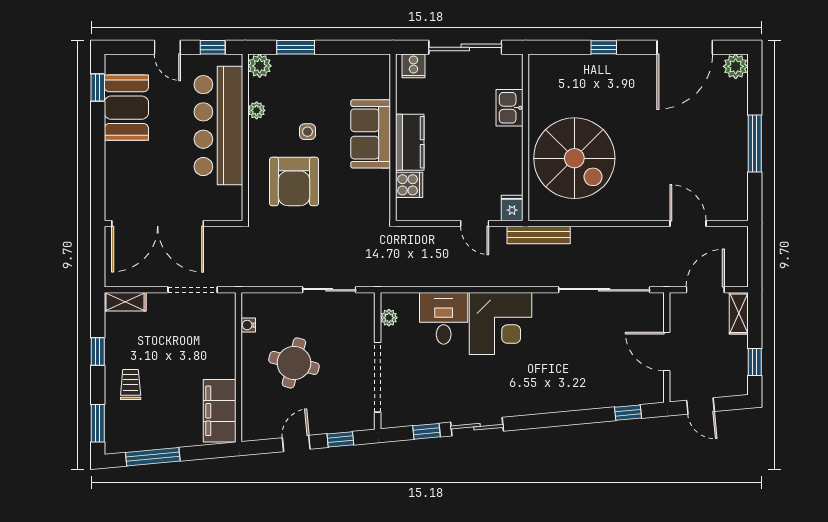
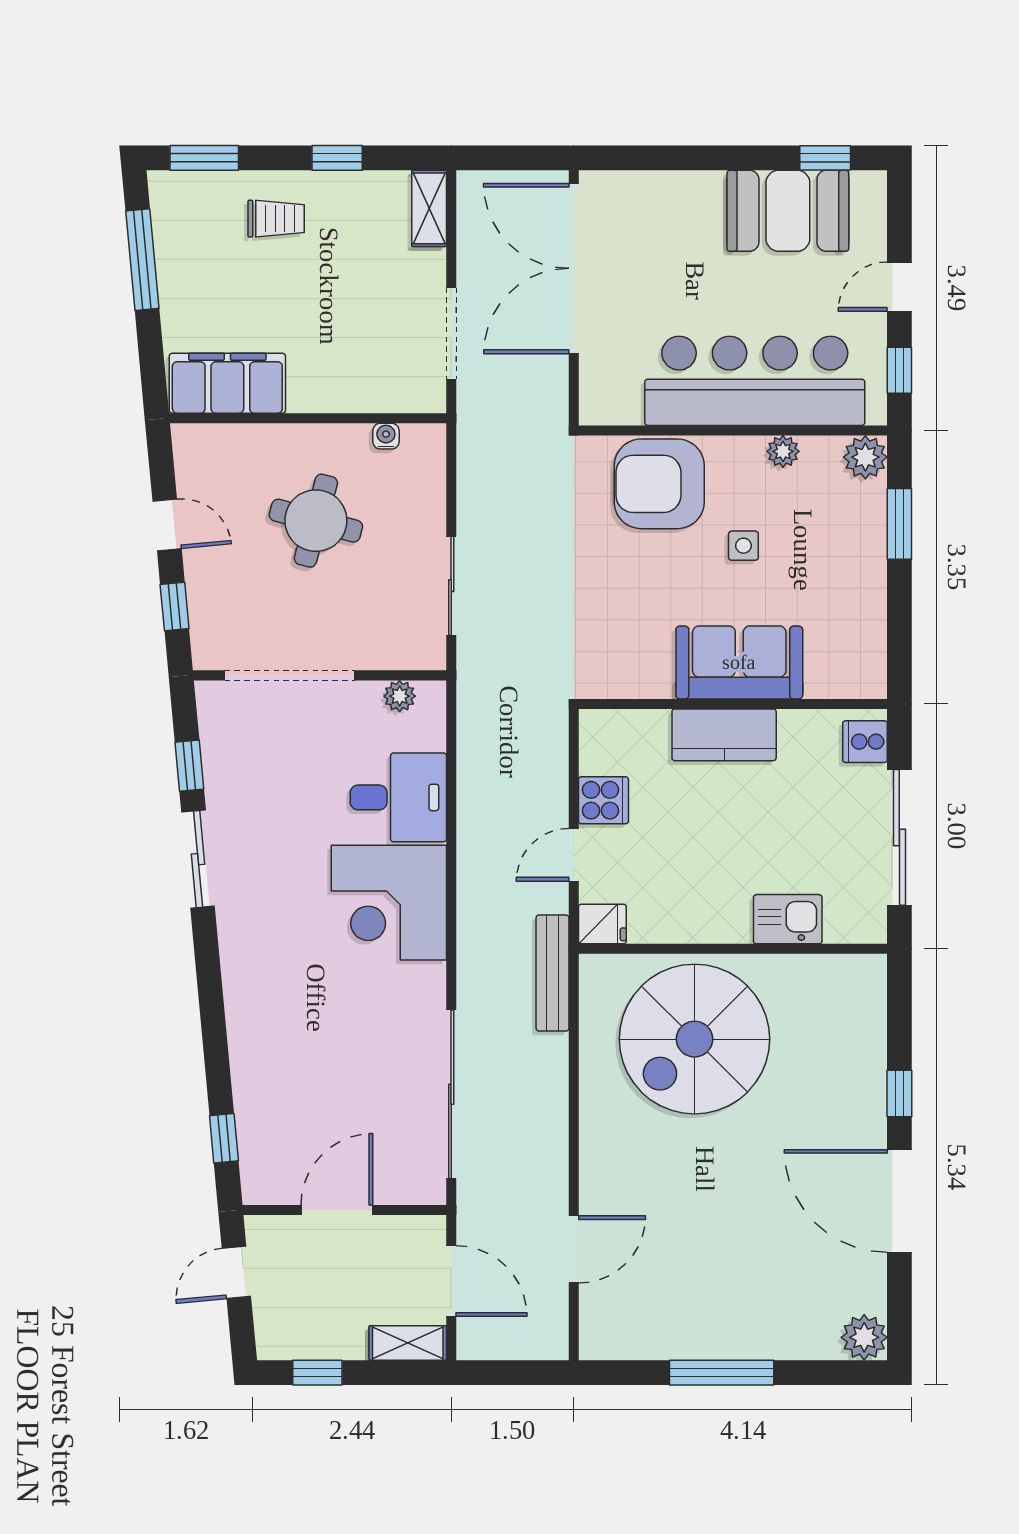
door: (685, 47) -> (899, 1201), moved
armchair: (294, 182) -> (659, 484), moved
cooker: (409, 185) -> (603, 800), moved, turned -90

